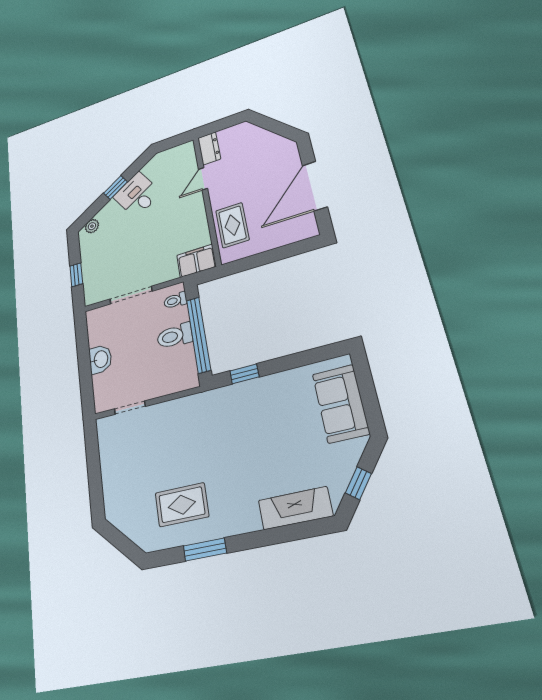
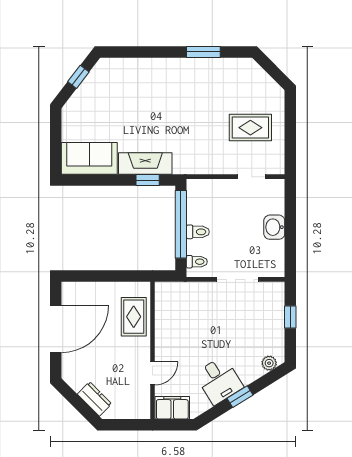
dresser: (209, 148) -> (94, 399), moved, turned 135
filing cabinet: (196, 261) -> (172, 408), moved, turned 180
toilet: (175, 336) -> (198, 232), width x0.73, depth x0.72
sofa: (341, 404) -> (89, 158), moved, turned -90
rug: (182, 505) -> (250, 128), moved
fireplace: (295, 508) -> (145, 164), moved, turned 180

